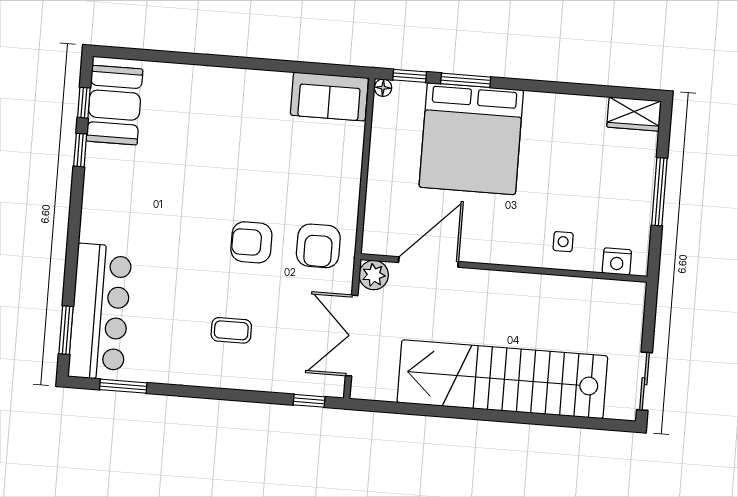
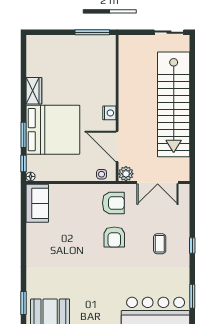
window: (136, 54) -> (24, 303), added
wardrobe: (634, 114) -> (34, 91), moved
window: (659, 192) -> (92, 32), moved
side table: (563, 242) -> (102, 174), moved
nightstand: (617, 261) -> (109, 113), moved
window: (309, 401) -> (192, 245), moved

